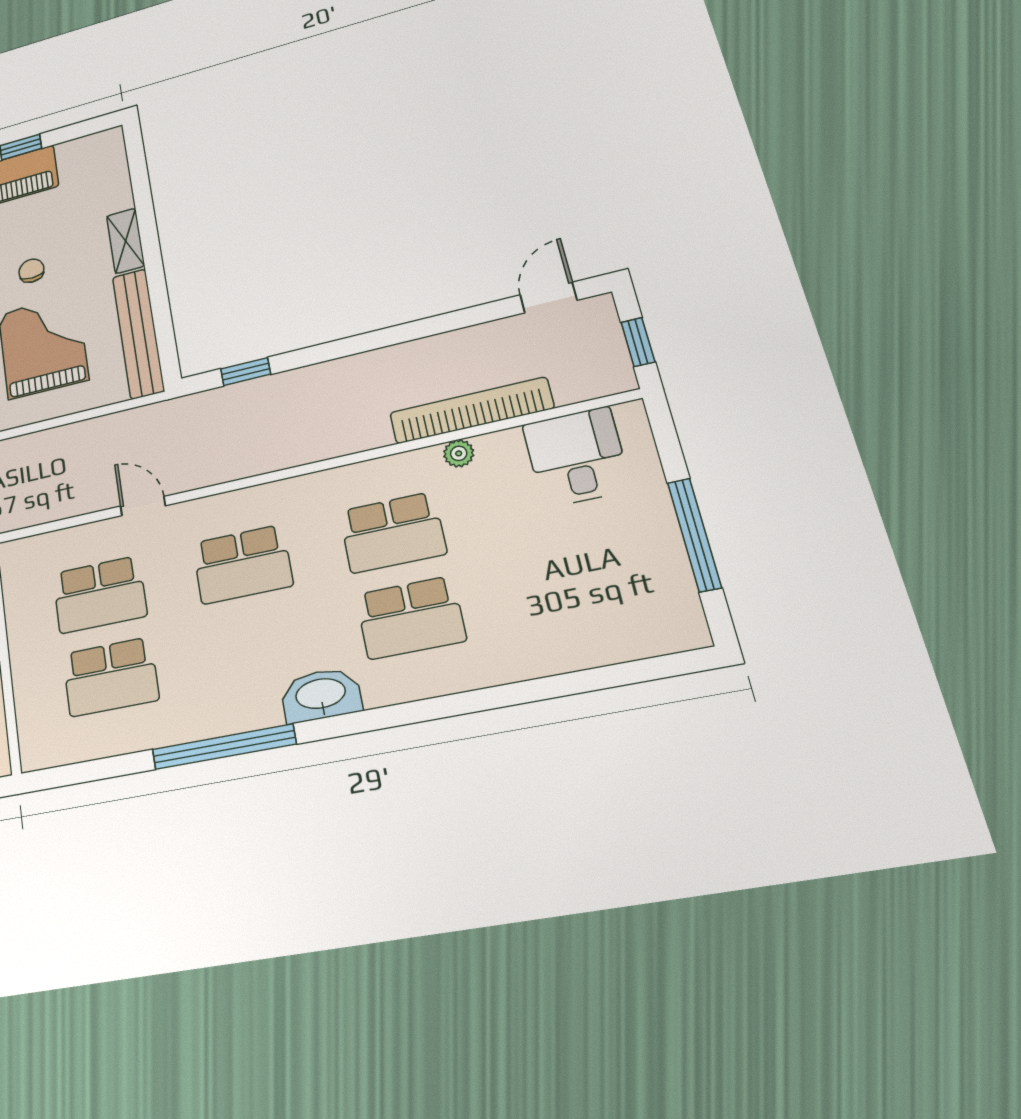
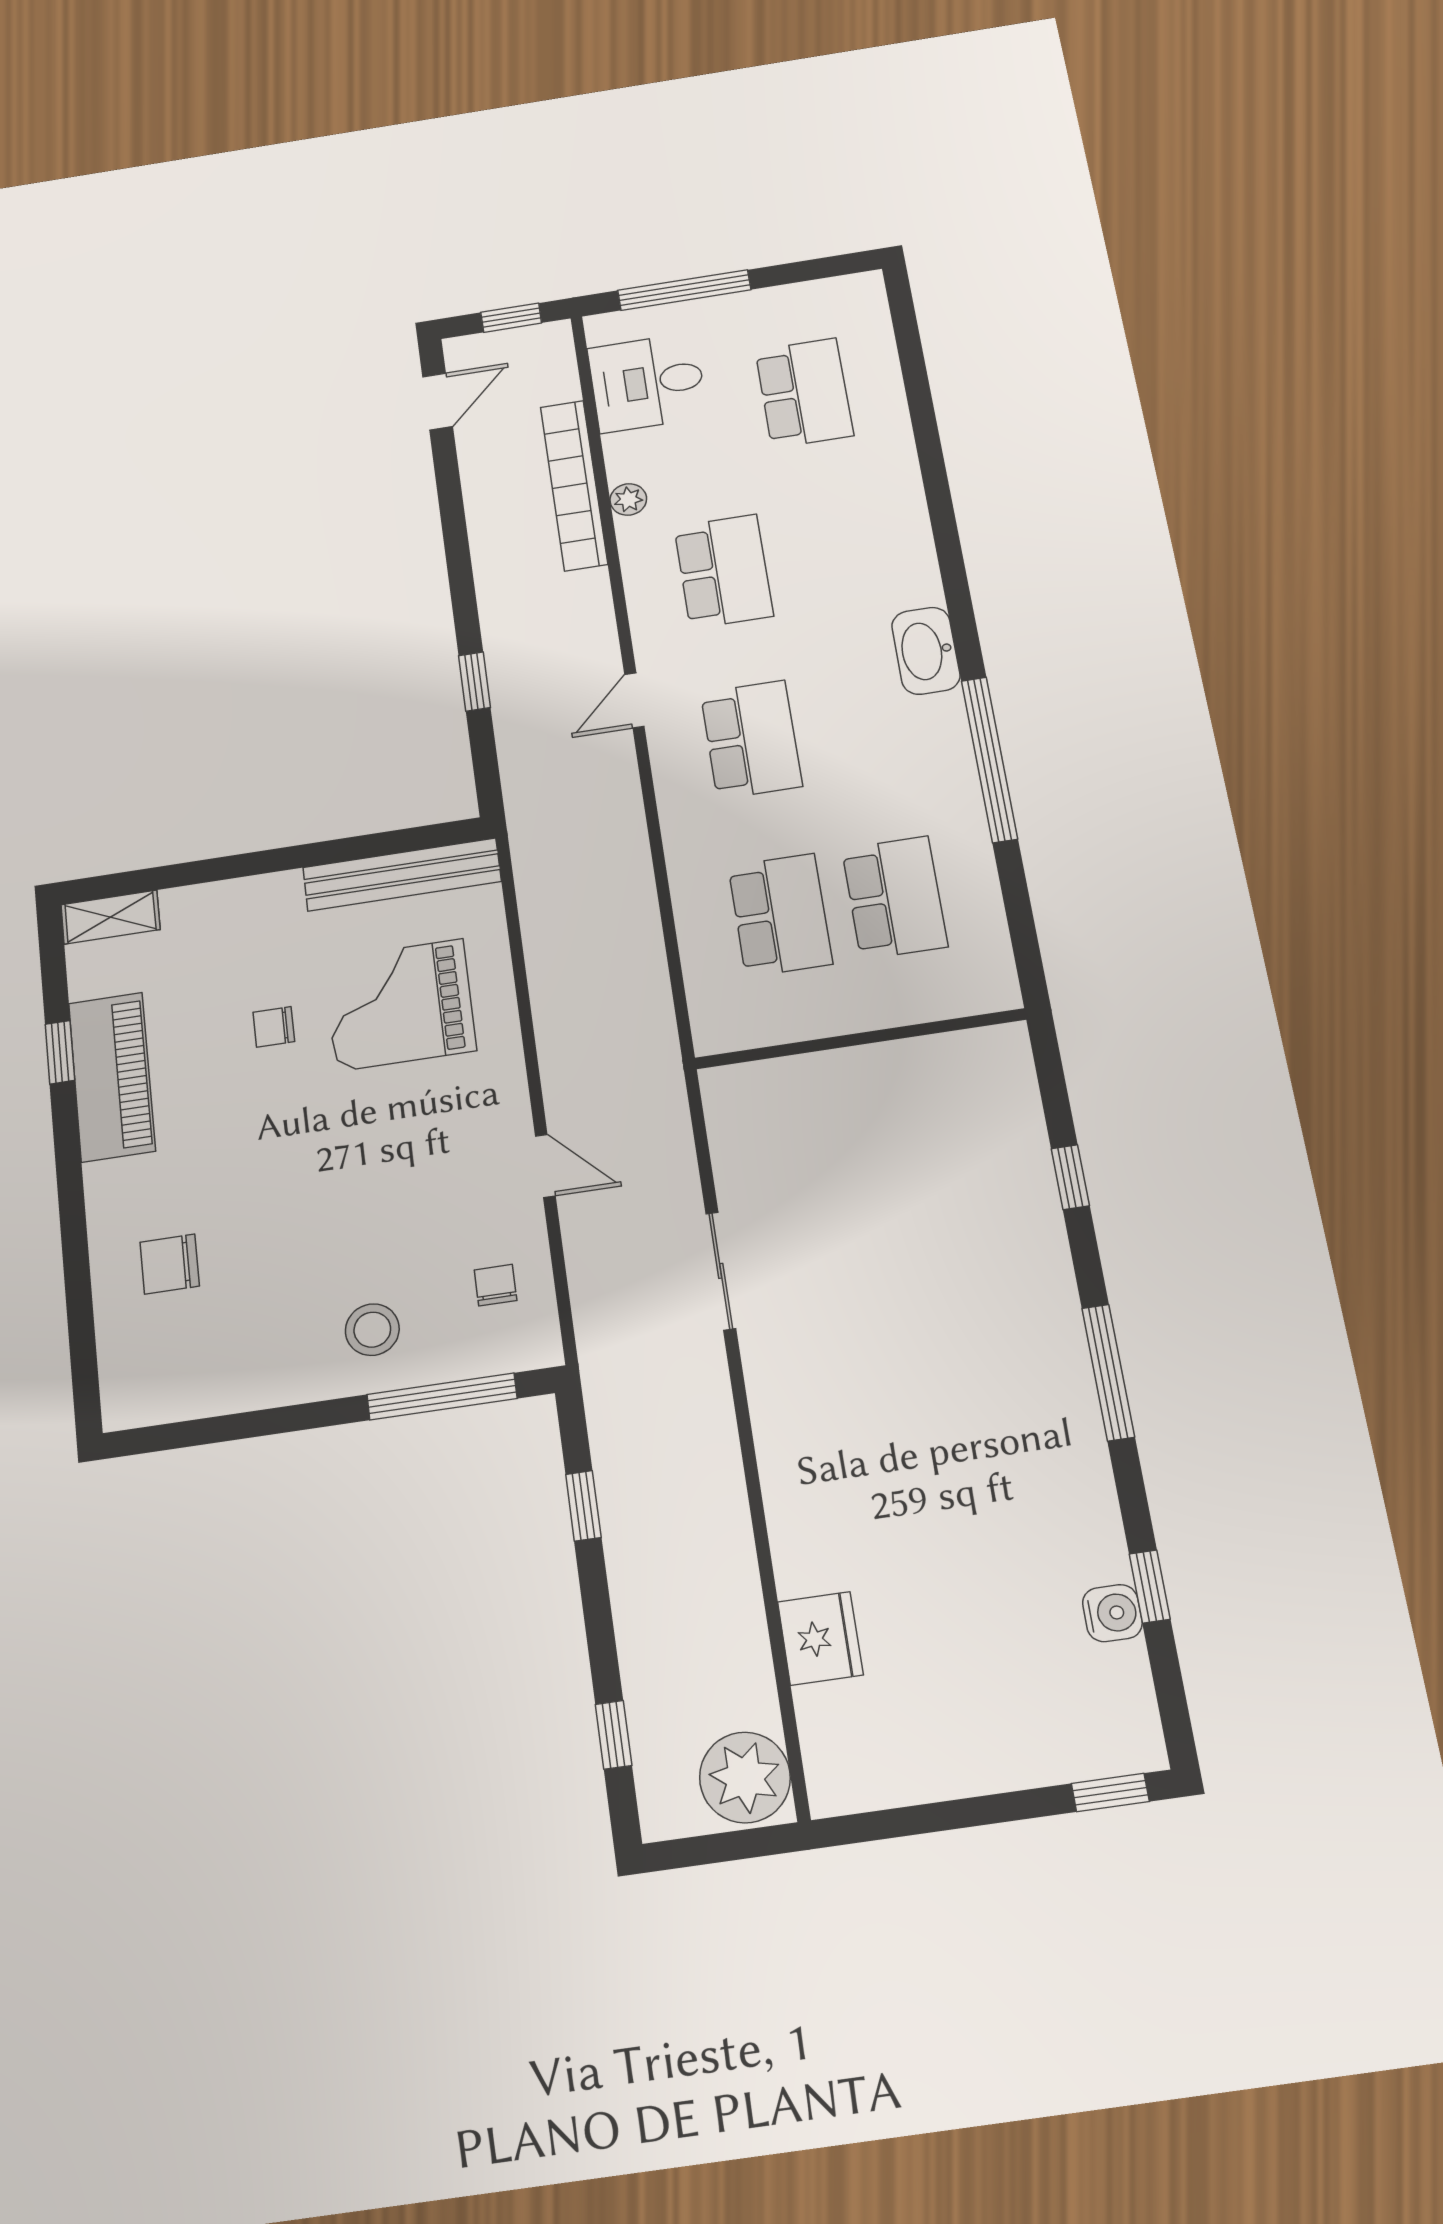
shelving: (126, 241) -> (110, 917), moved
door: (548, 298) -> (438, 402), swing flipped
window: (246, 372) -> (475, 682), moved
door: (143, 506) -> (634, 700), moved
window: (694, 535) -> (684, 290), moved
school desk: (411, 618) -> (804, 393), moved

